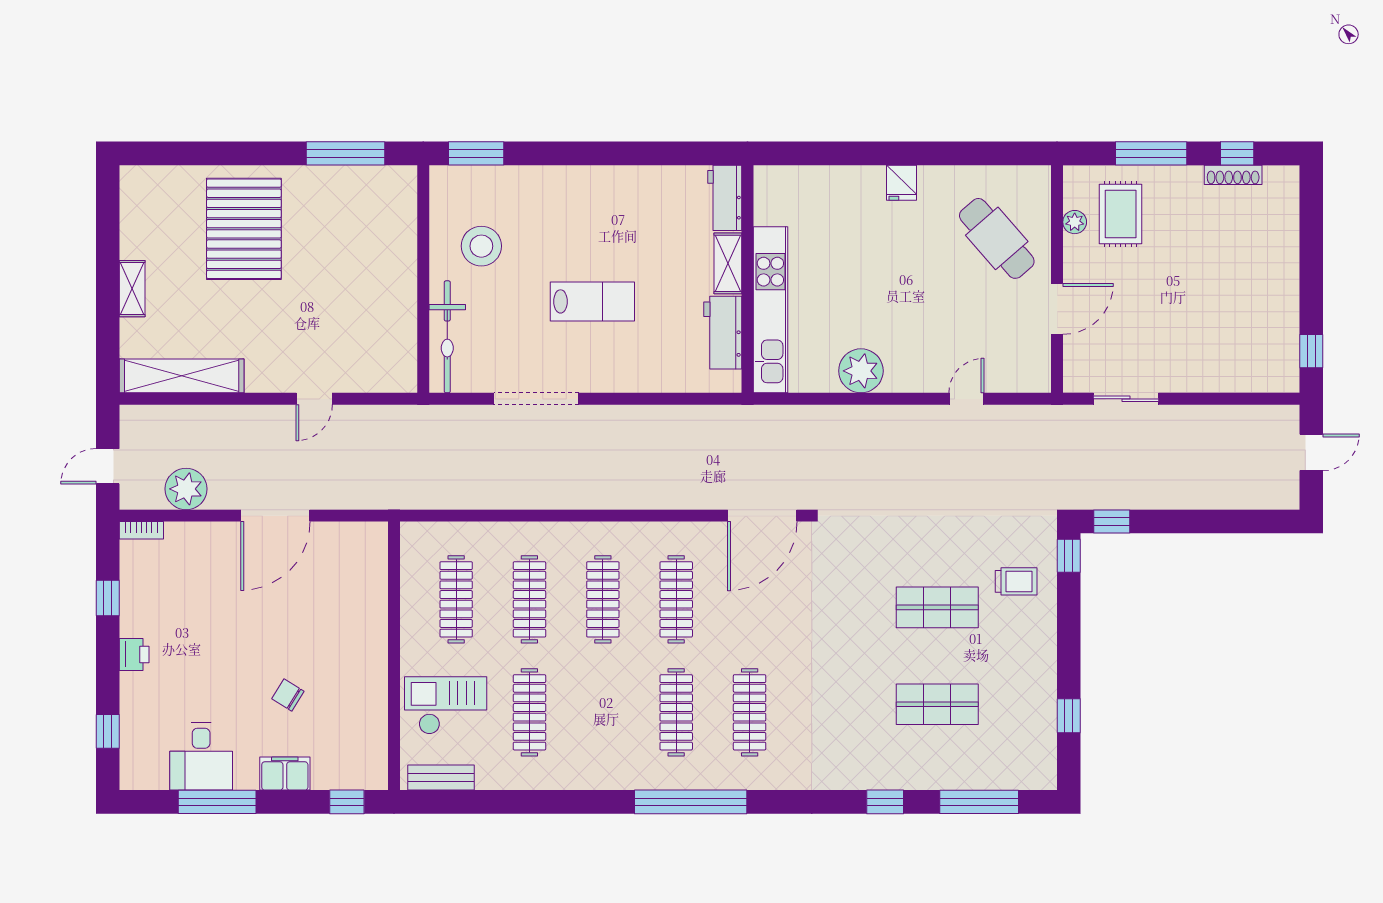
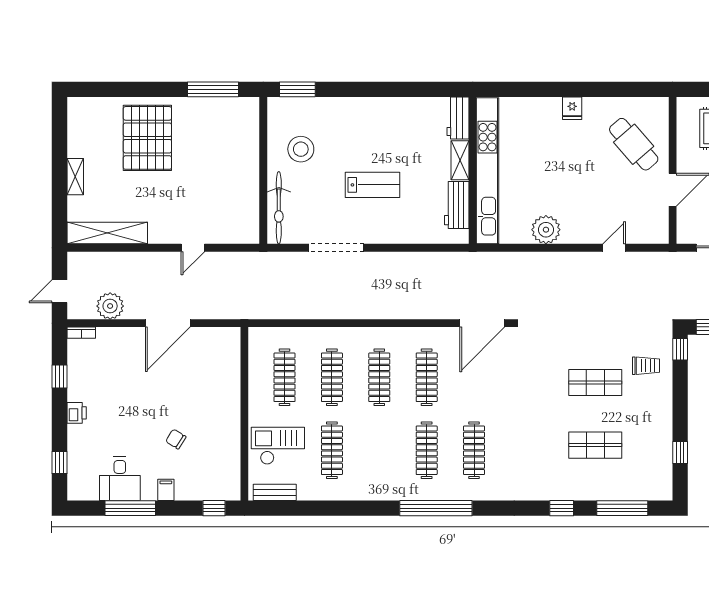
plant: (1075, 222) -> (684, 134), removed
kitchen unit: (770, 310) -> (488, 171), width x1.36
filing cabinet: (285, 774) -> (166, 490), width x0.50

